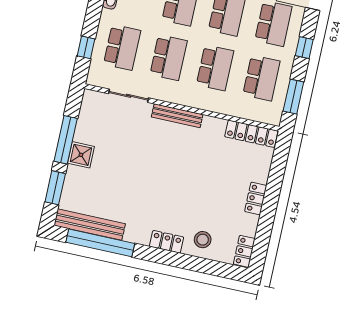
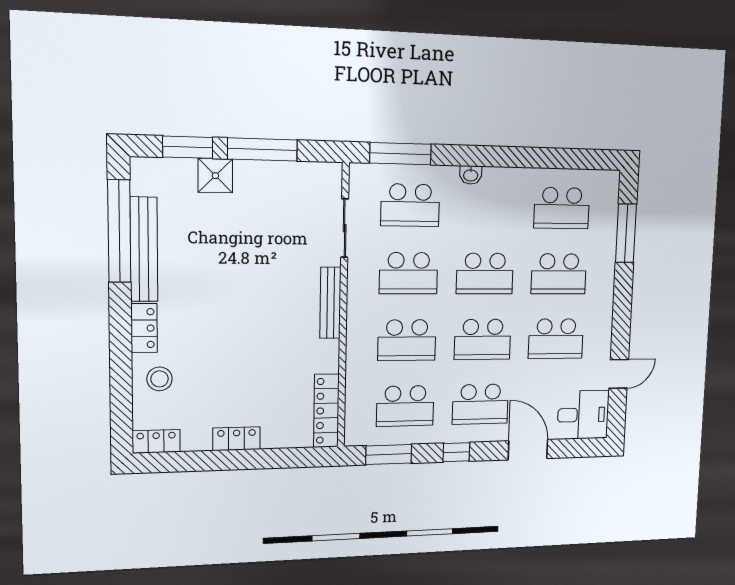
window: (86, 47) -> (401, 154), width x2.17
shower: (81, 155) -> (215, 176), moved
bench: (90, 225) -> (144, 249), moved

